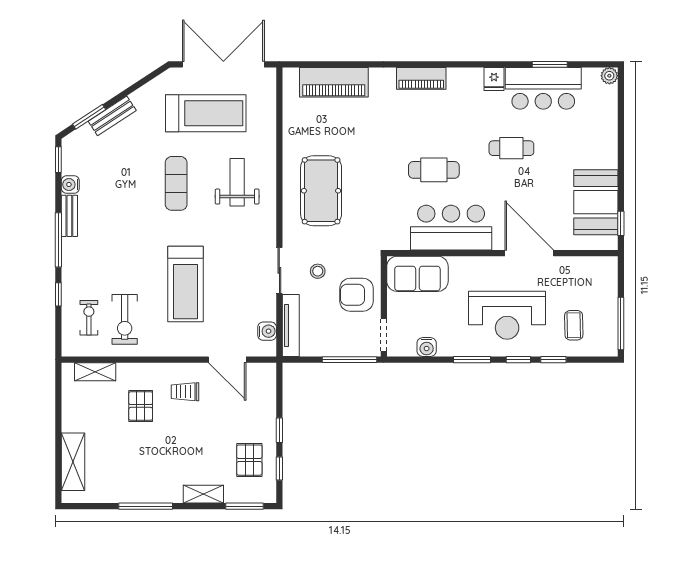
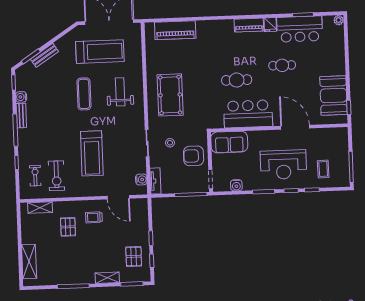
piano: (421, 78) -> (249, 25), moved
tv unit: (291, 326) -> (155, 181), width x0.71

